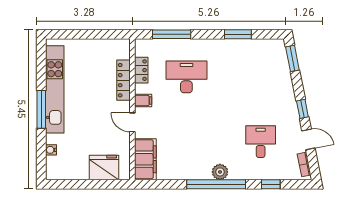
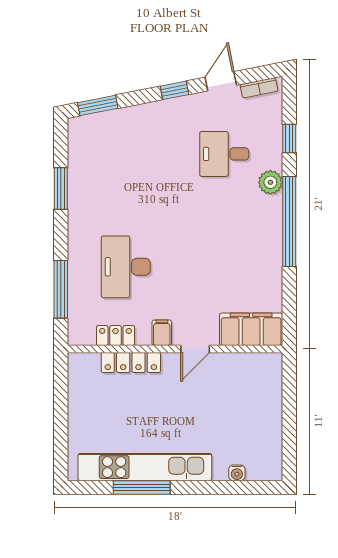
window: (41, 109) -> (142, 488), moved
fridge: (104, 167) -> (264, 392), removed
plant: (220, 172) -> (270, 182), moved

